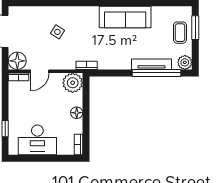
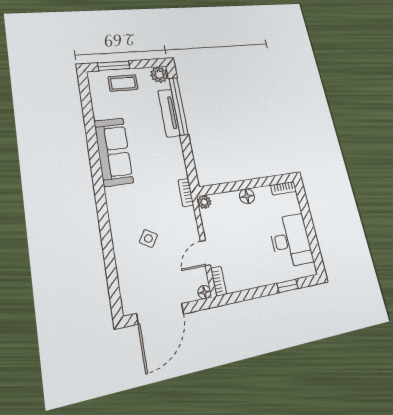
floor lamp: (17, 61) -> (204, 292), width x0.53, depth x0.53
door: (40, 71) -> (205, 253), swing flipped
plant: (73, 83) -> (204, 202), width x0.53, depth x0.53

